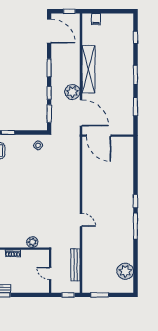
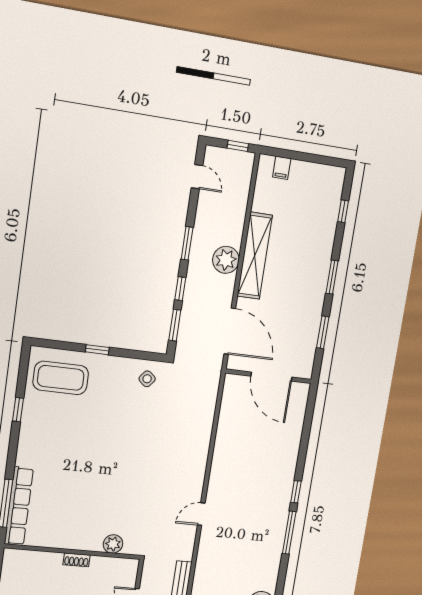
door: (49, 31) -> (197, 177), width x0.53
plant: (72, 92) -> (226, 260), moved
door: (99, 136) -> (271, 377), moved
door: (81, 220) -> (201, 514), swing flipped

